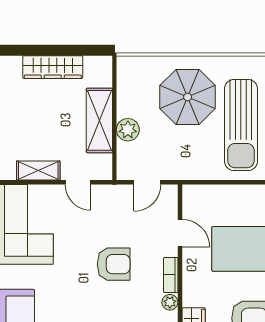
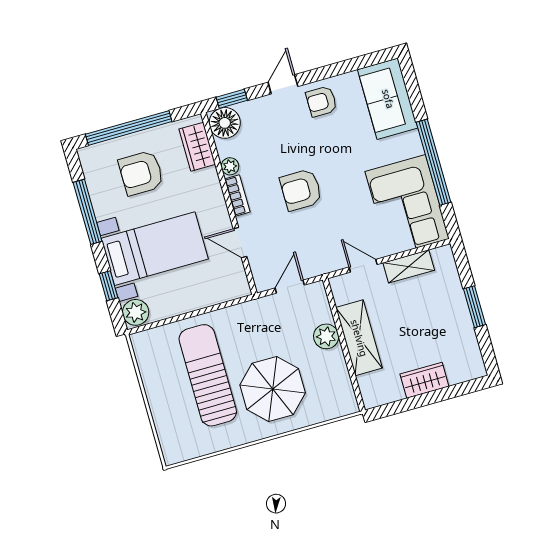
wardrobe: (53, 67) -> (424, 380), width x0.67

